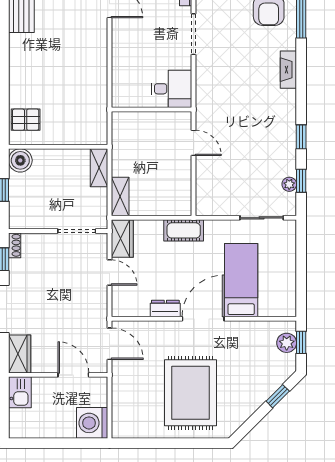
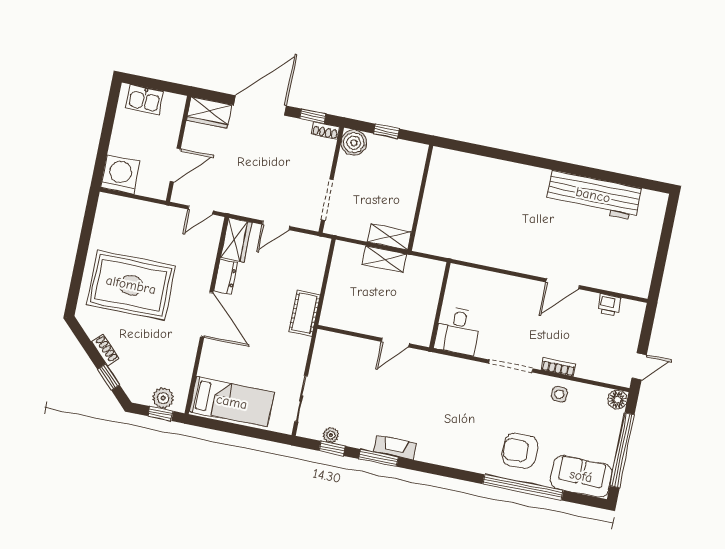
fireplace: (288, 70) -> (395, 447), moved
pallet: (26, 120) -> (456, 169), removed
window: (301, 137) -> (379, 458), width x1.50
boiler: (20, 160) -> (354, 143), moved
shelving: (120, 197) -> (384, 259), moved
wardrobe: (122, 239) -> (236, 240), moved, turned -90
bed: (241, 280) -> (232, 402), moved
door: (109, 344) -> (201, 210), width x0.73
kitchen sink: (20, 392) -> (145, 100), moved
shoe rack: (254, 404) -> (105, 350), added

